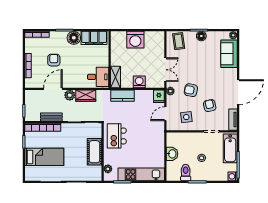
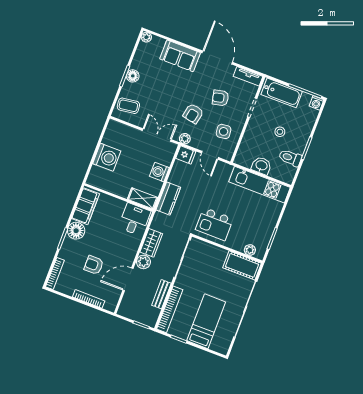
sofa: (229, 54) -> (180, 56), moved
door: (53, 89) -> (128, 279), hinge flipped
cot: (94, 152) -> (242, 265), moved
kitchen unit: (141, 174) -> (259, 185), moved, turned -90

